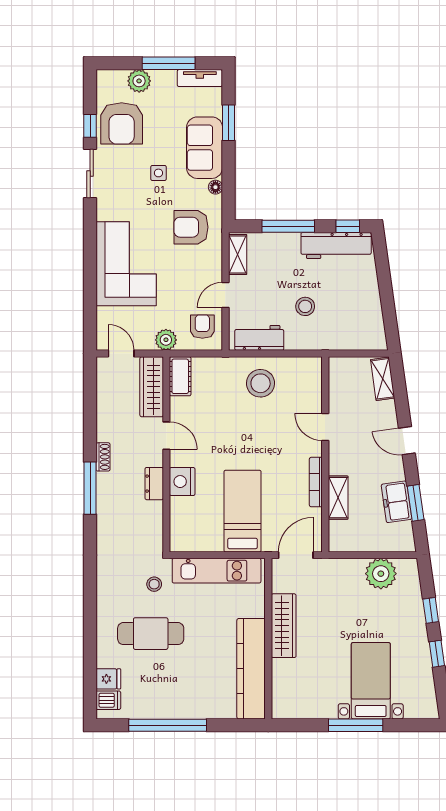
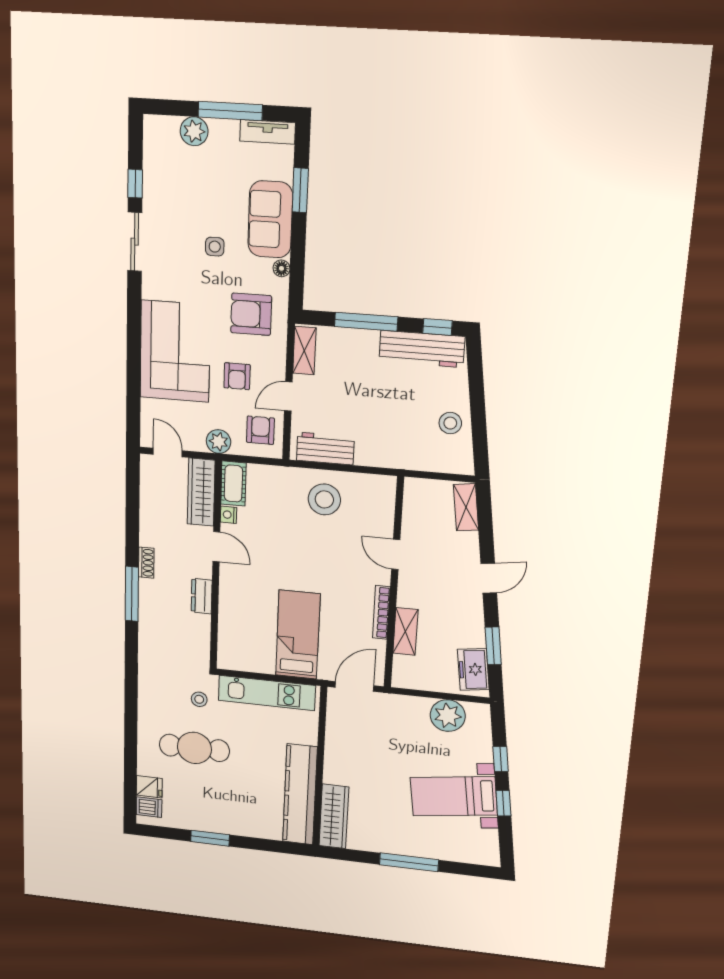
armchair: (122, 123) -> (237, 376), moved, width x0.53, depth x0.53
stool: (305, 306) -> (450, 423), moved
door: (407, 441) -> (489, 578), swing flipped
nightstand: (182, 482) -> (228, 515), moved, width x0.53, depth x0.56
freezer: (396, 502) -> (473, 669), moved
wardrobe: (284, 626) -> (334, 816), moved
bed with nightstands: (371, 681) -> (454, 796), moved, turned -98
window: (168, 725) -> (210, 838), width x0.47

